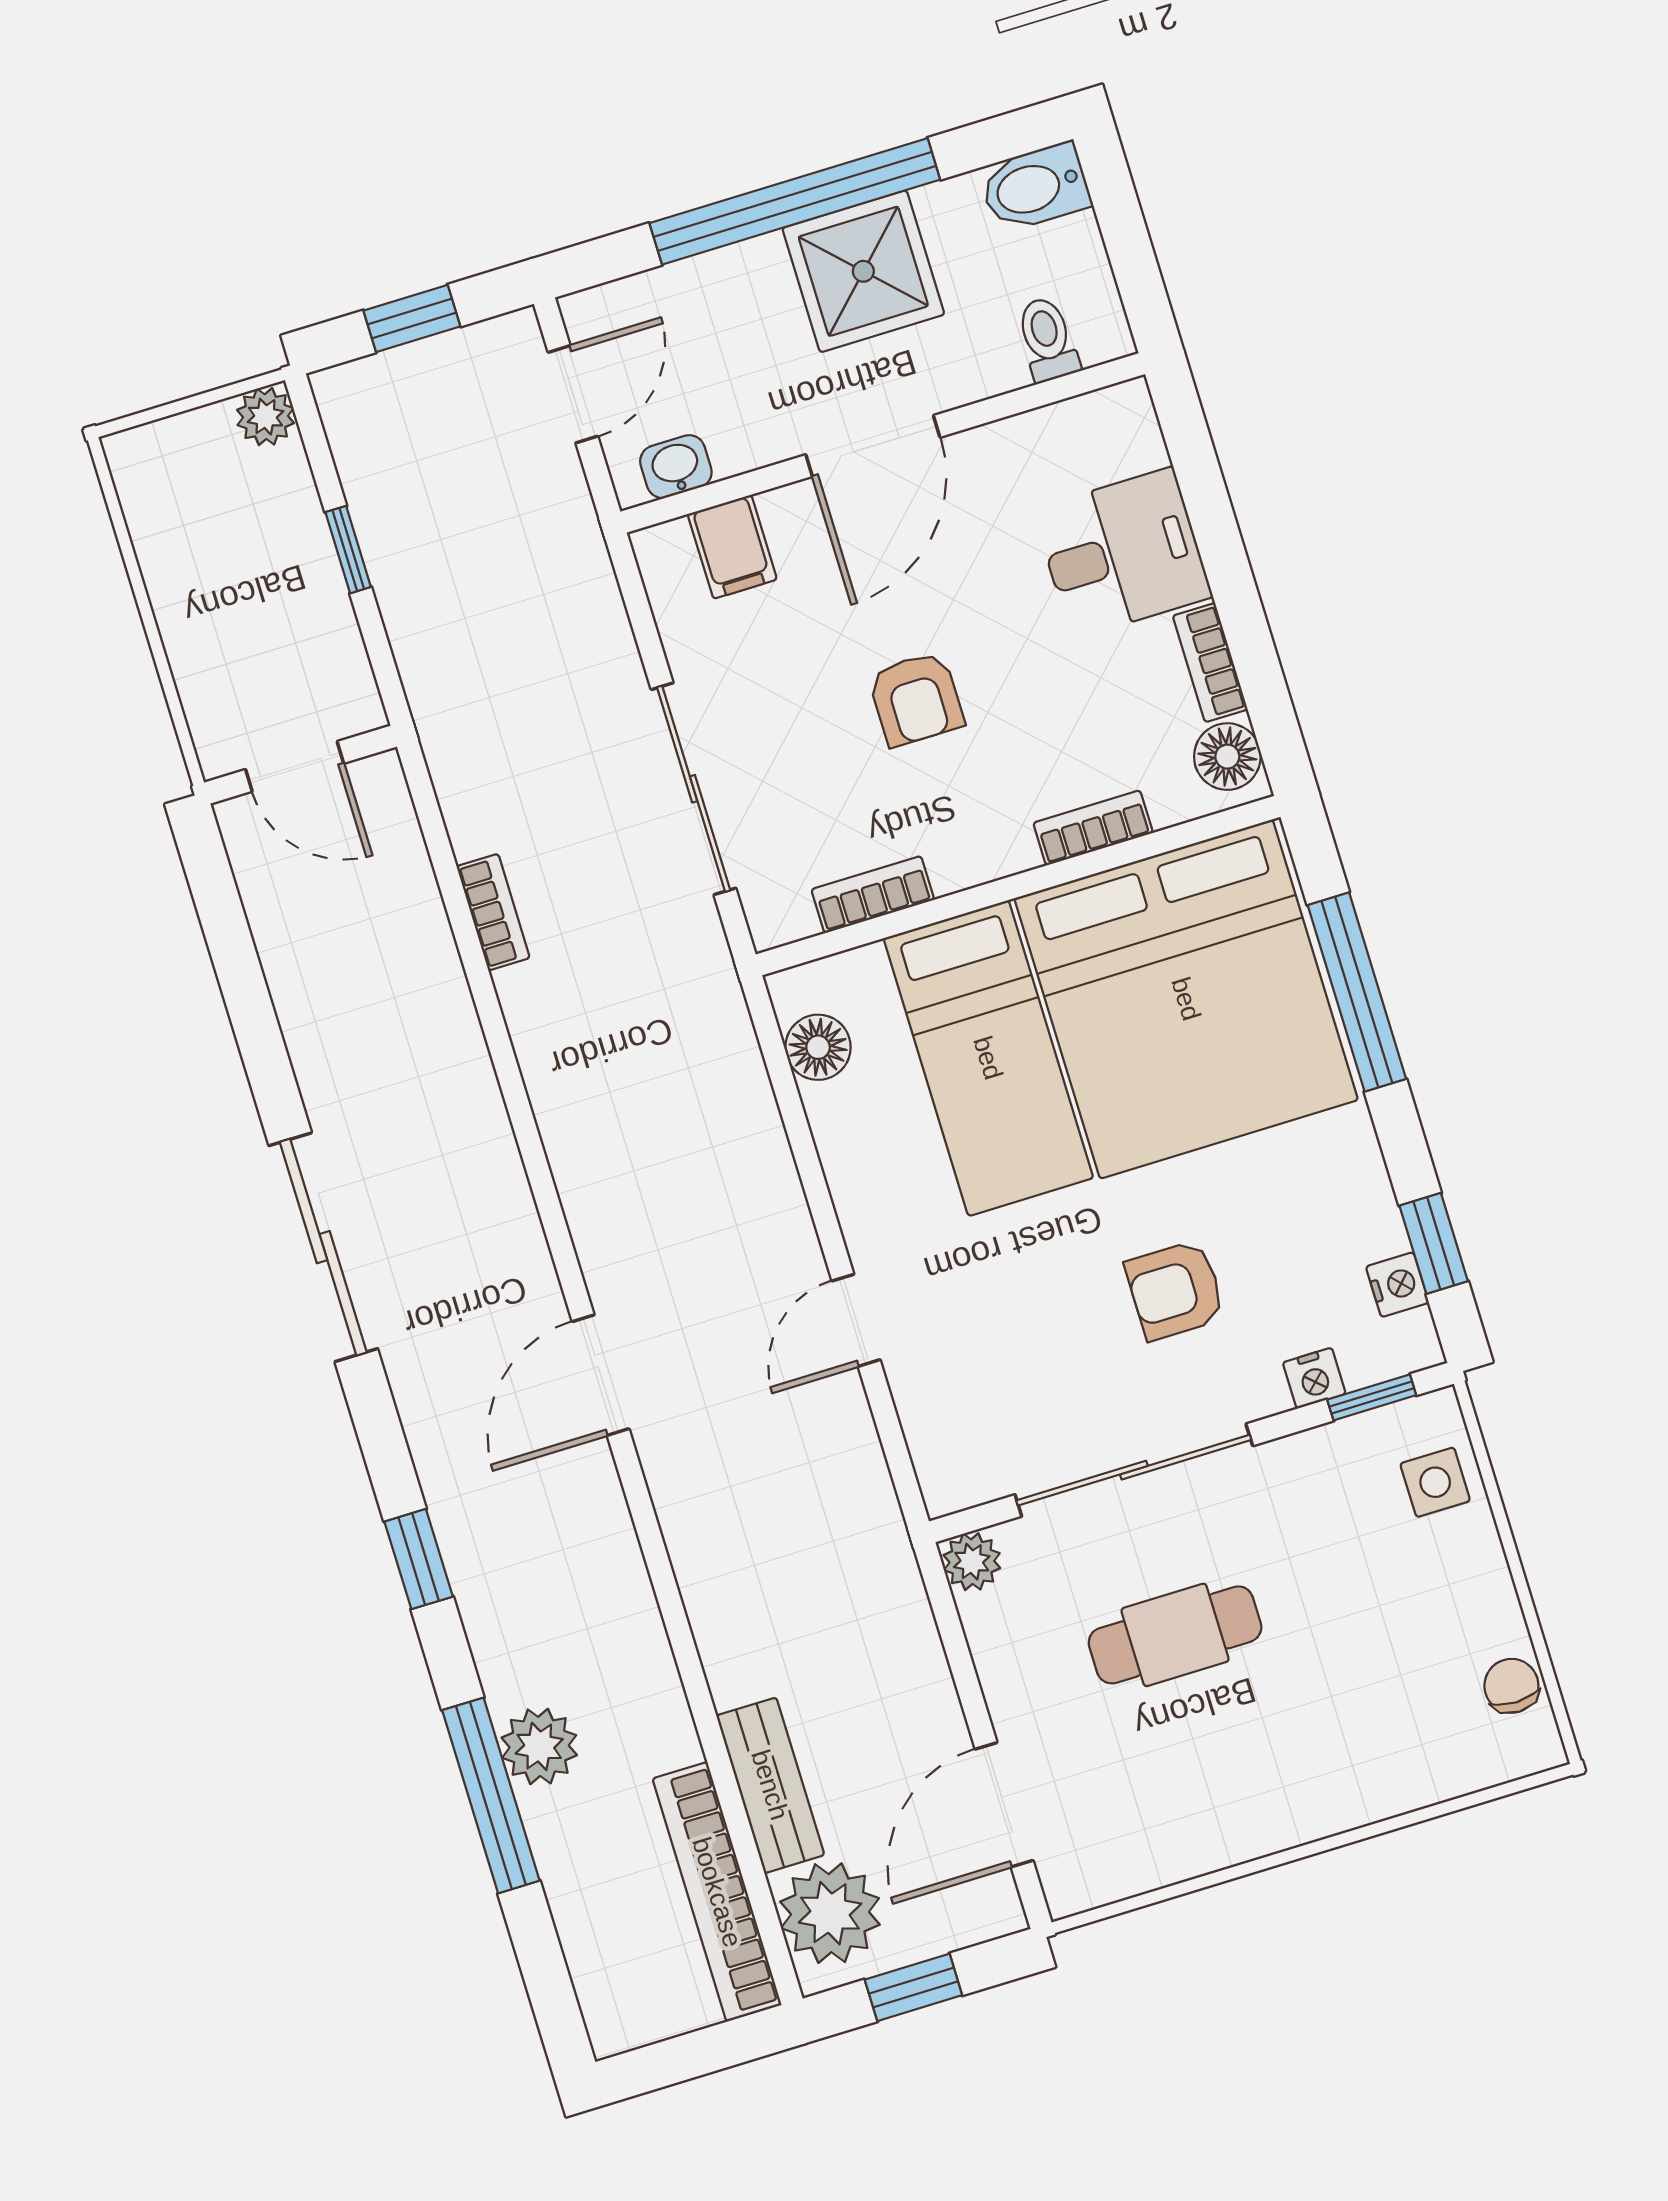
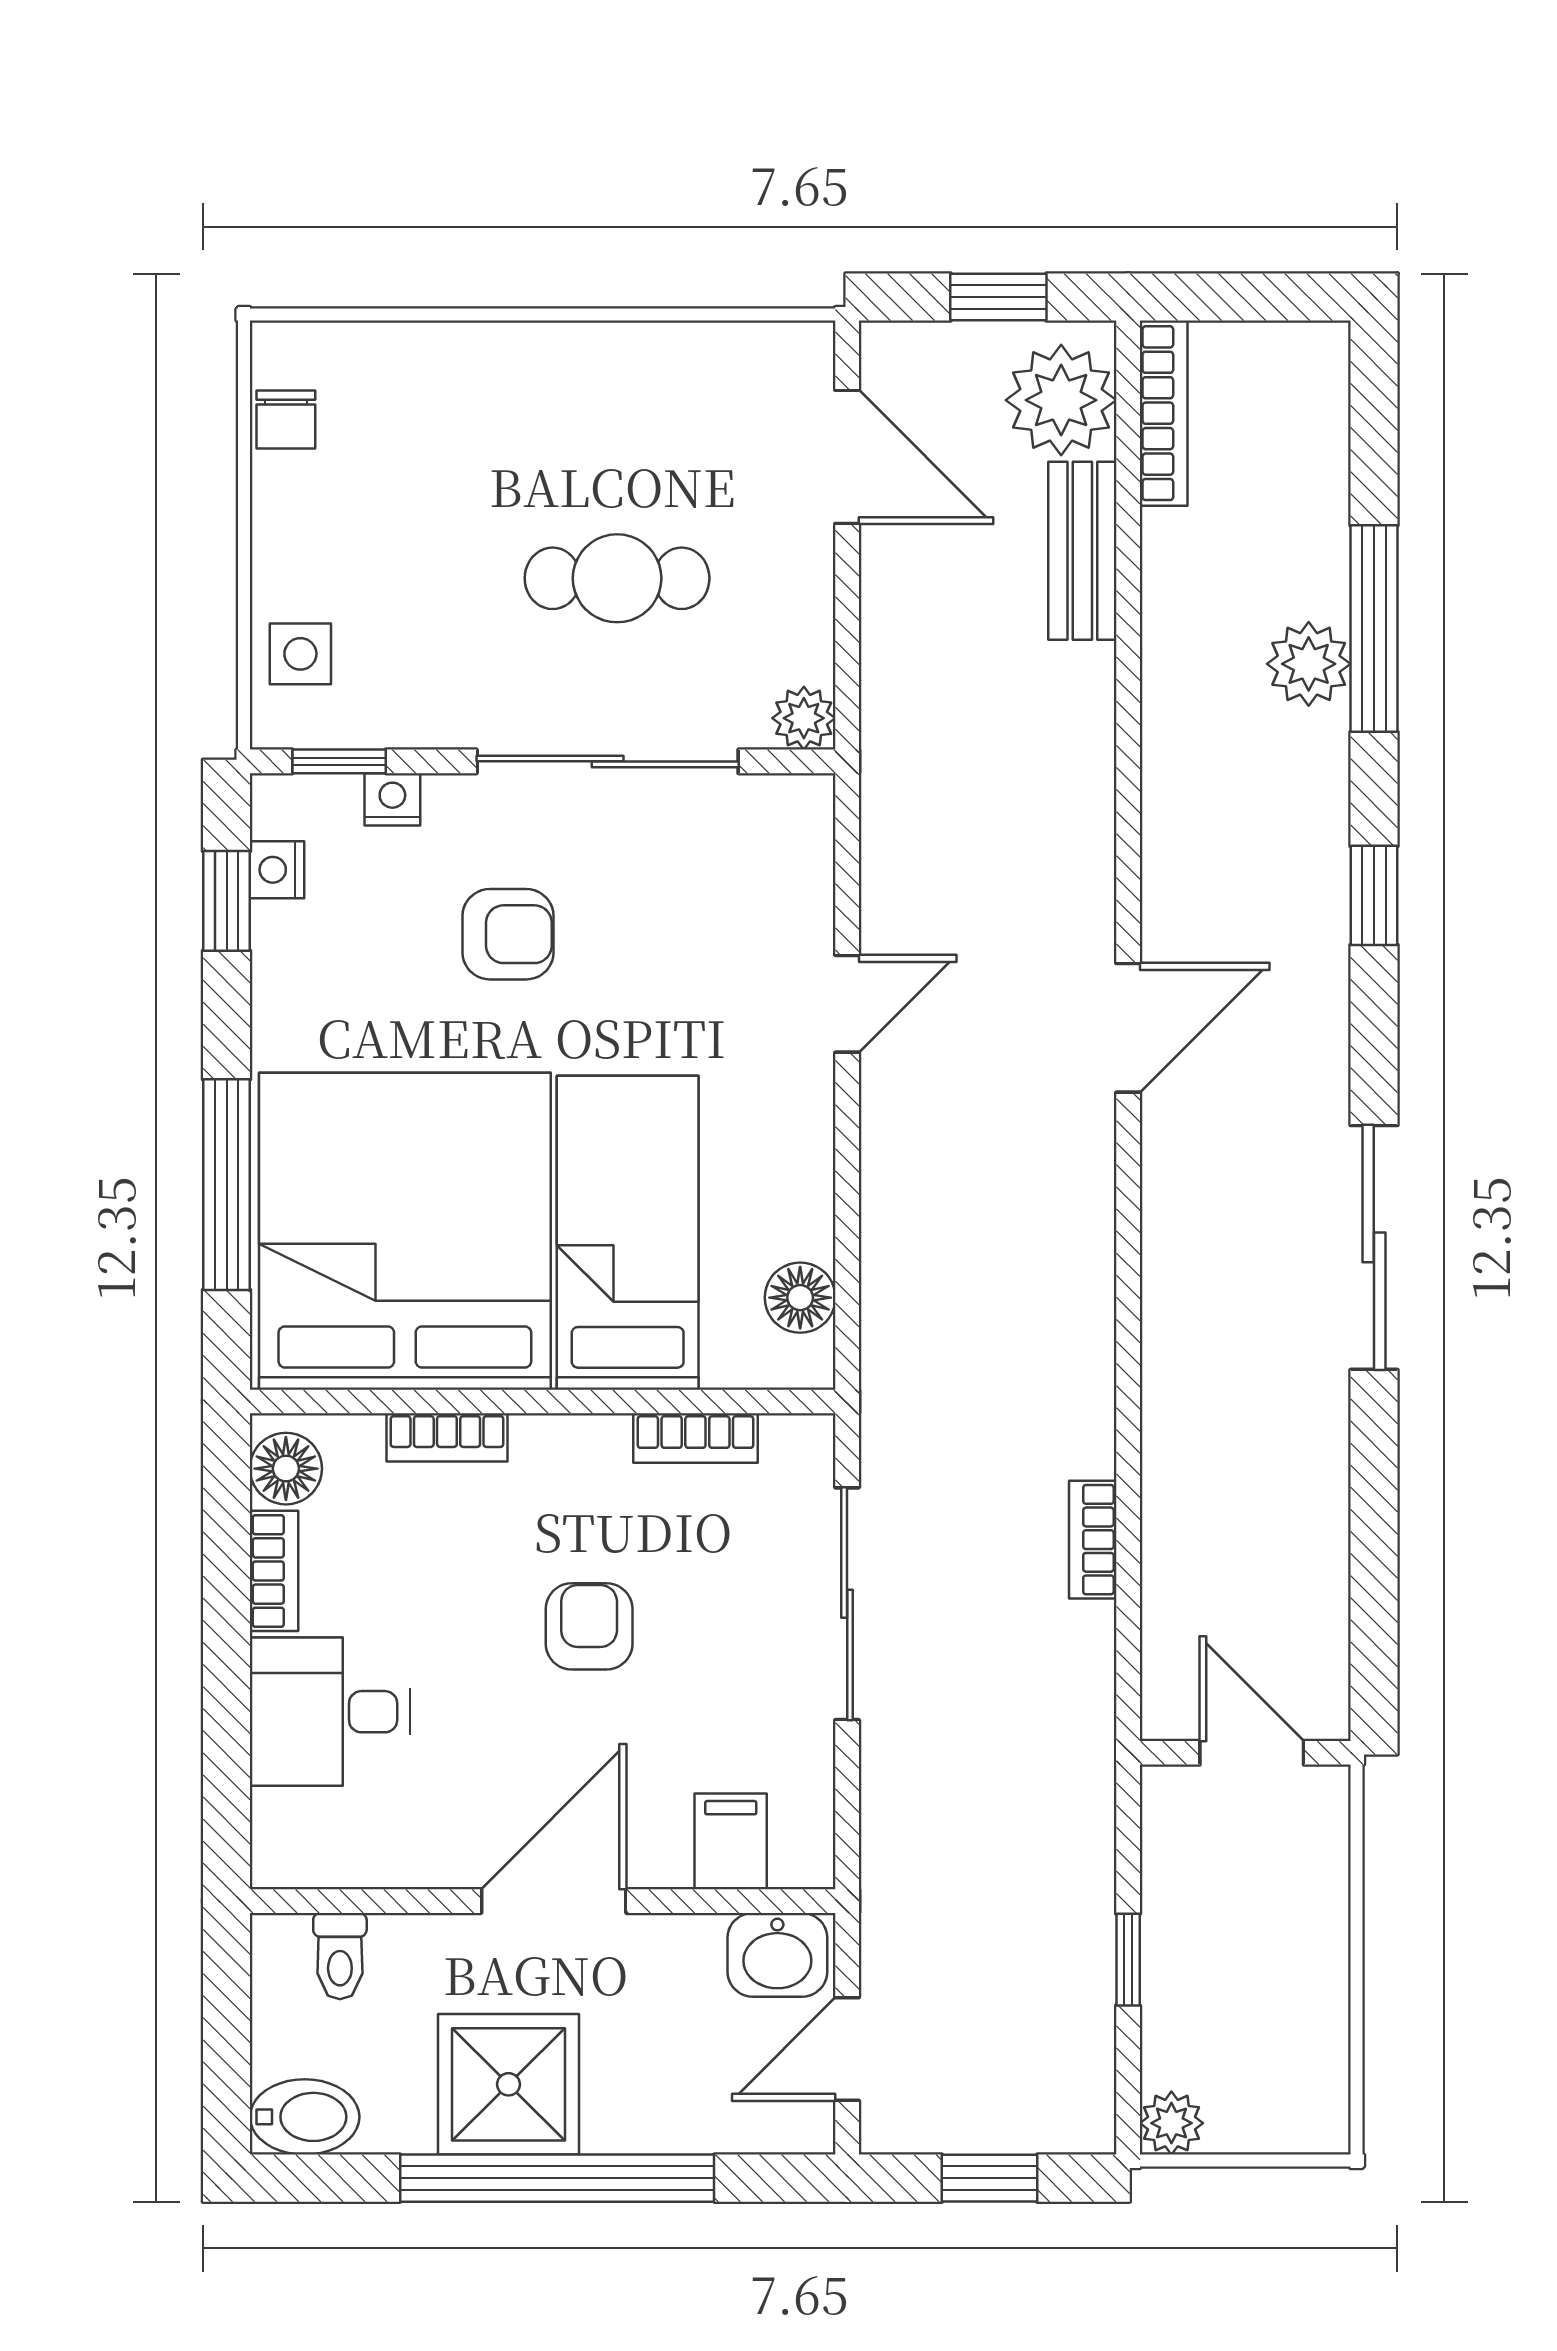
washbasin: (676, 467) -> (777, 1955), width x1.38, depth x1.45
door: (1004, 1805) -> (847, 457), hinge flipped
bookcase: (717, 1892) -> (1164, 413), width x0.68, depth x0.76

